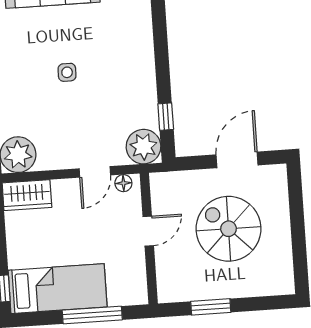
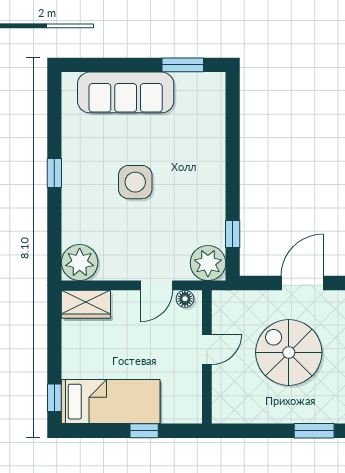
side table: (67, 72) -> (135, 182), width x1.87, depth x1.87
window: (211, 307) -> (314, 431), moved
window: (92, 315) -> (144, 431), width x0.46

